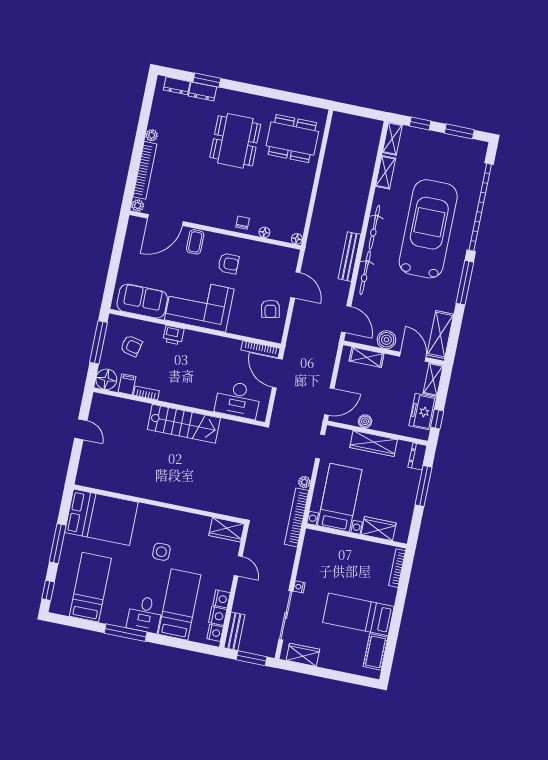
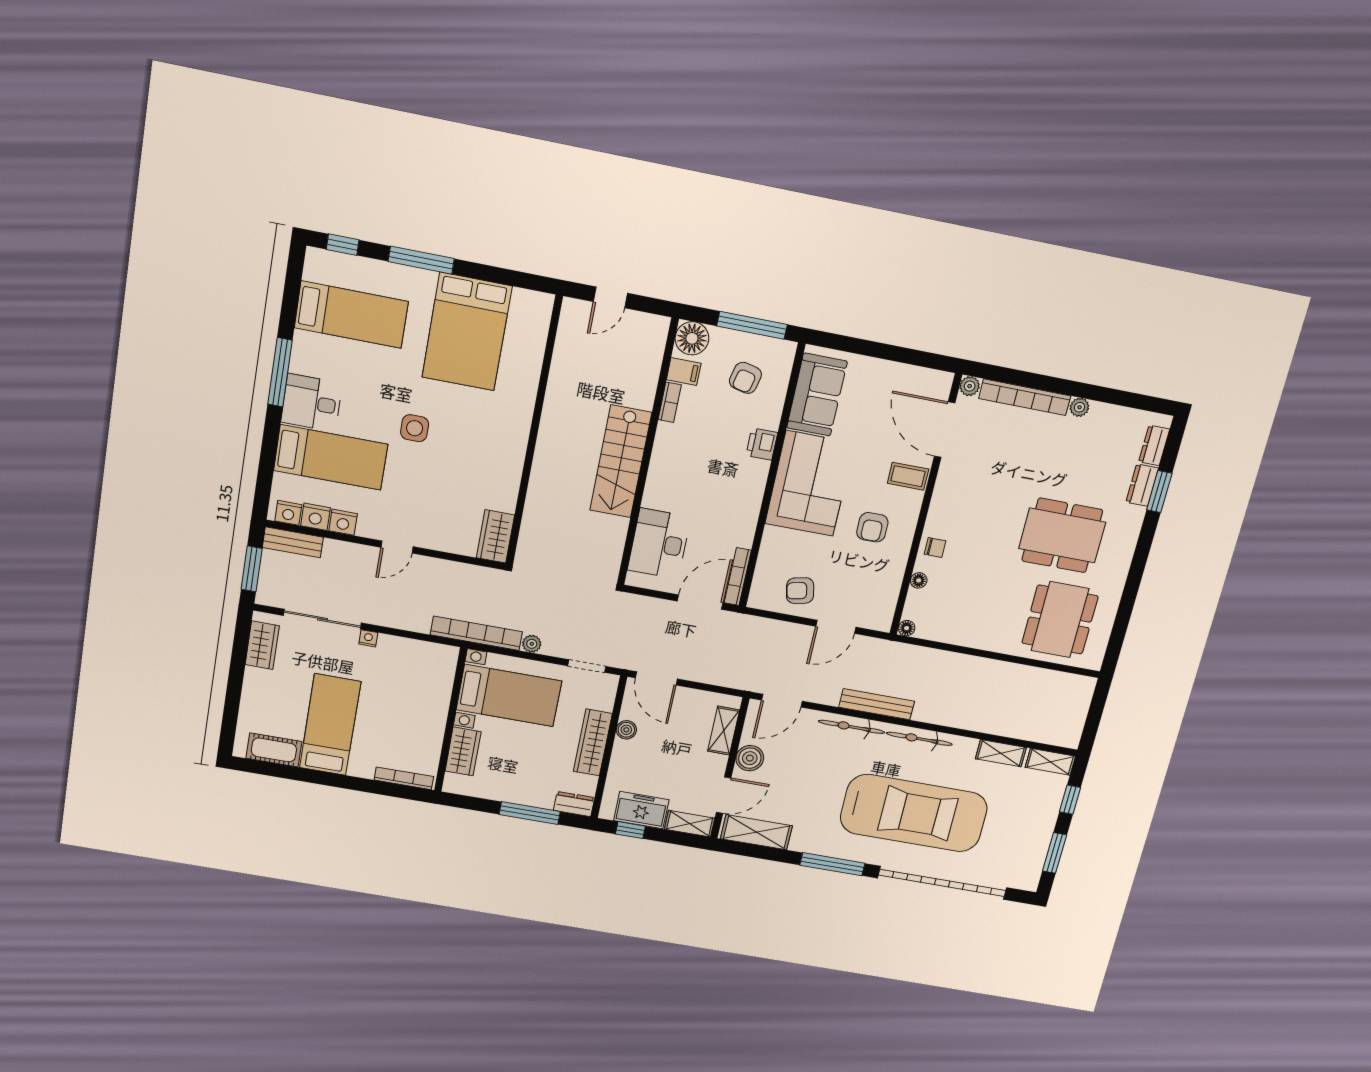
wall: (159, 504) -> (534, 432), moved
wardrobe: (227, 530) -> (495, 536), moved

